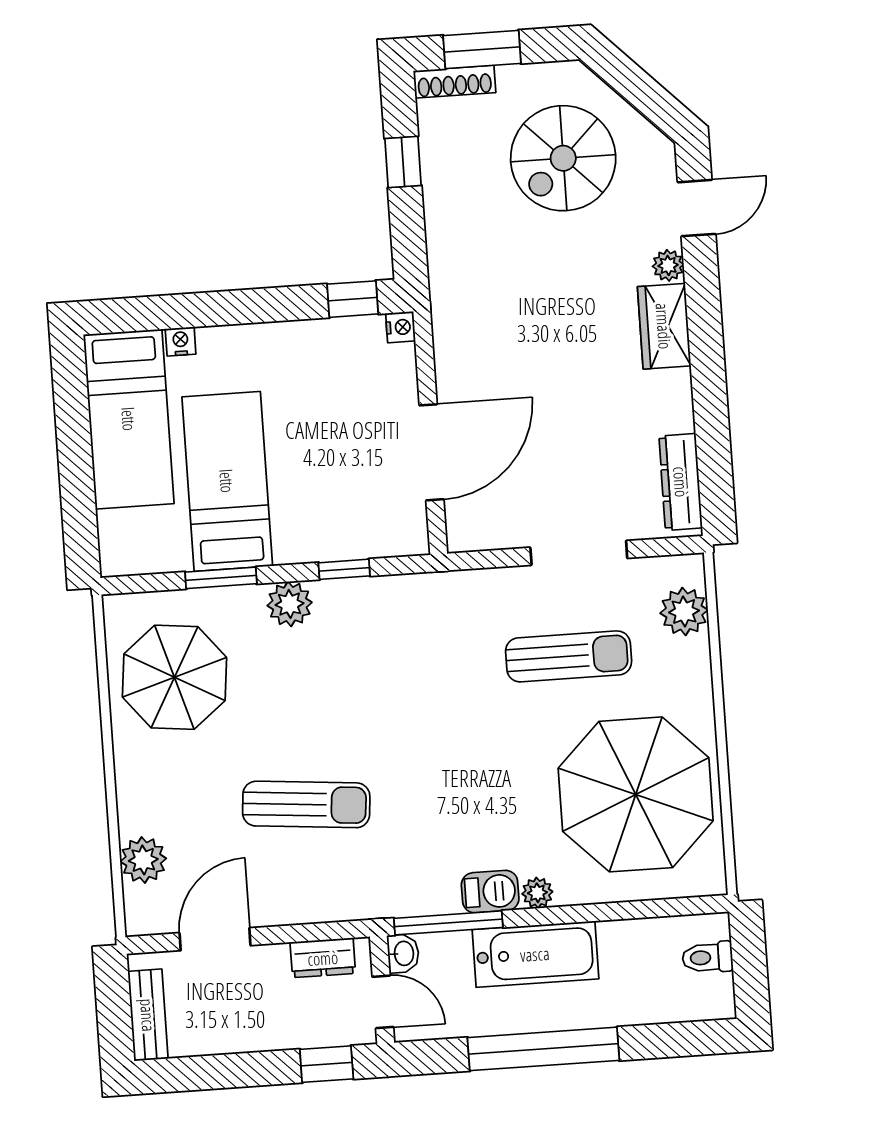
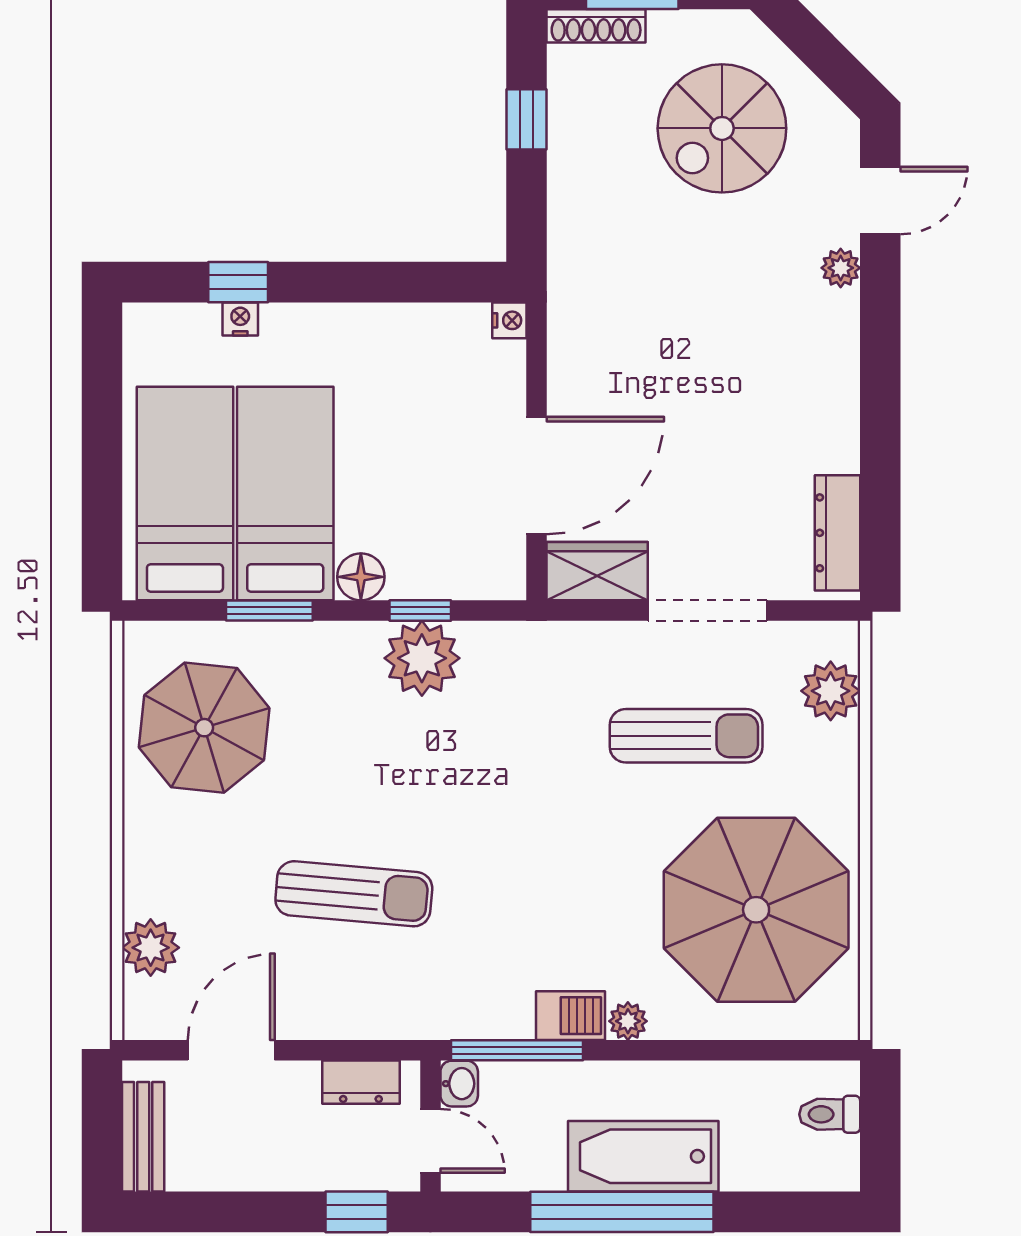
window: (353, 299) -> (238, 282), moved
wardrobe: (664, 326) -> (597, 571), moved, turned 90
bed: (129, 419) -> (185, 493), moved, turned 180
floor lamp: (294, 545) -> (361, 577), added
plant: (290, 604) -> (422, 658), moved, width x1.36, depth x1.36
bathtub: (535, 954) -> (643, 1156), moved, turned 180

